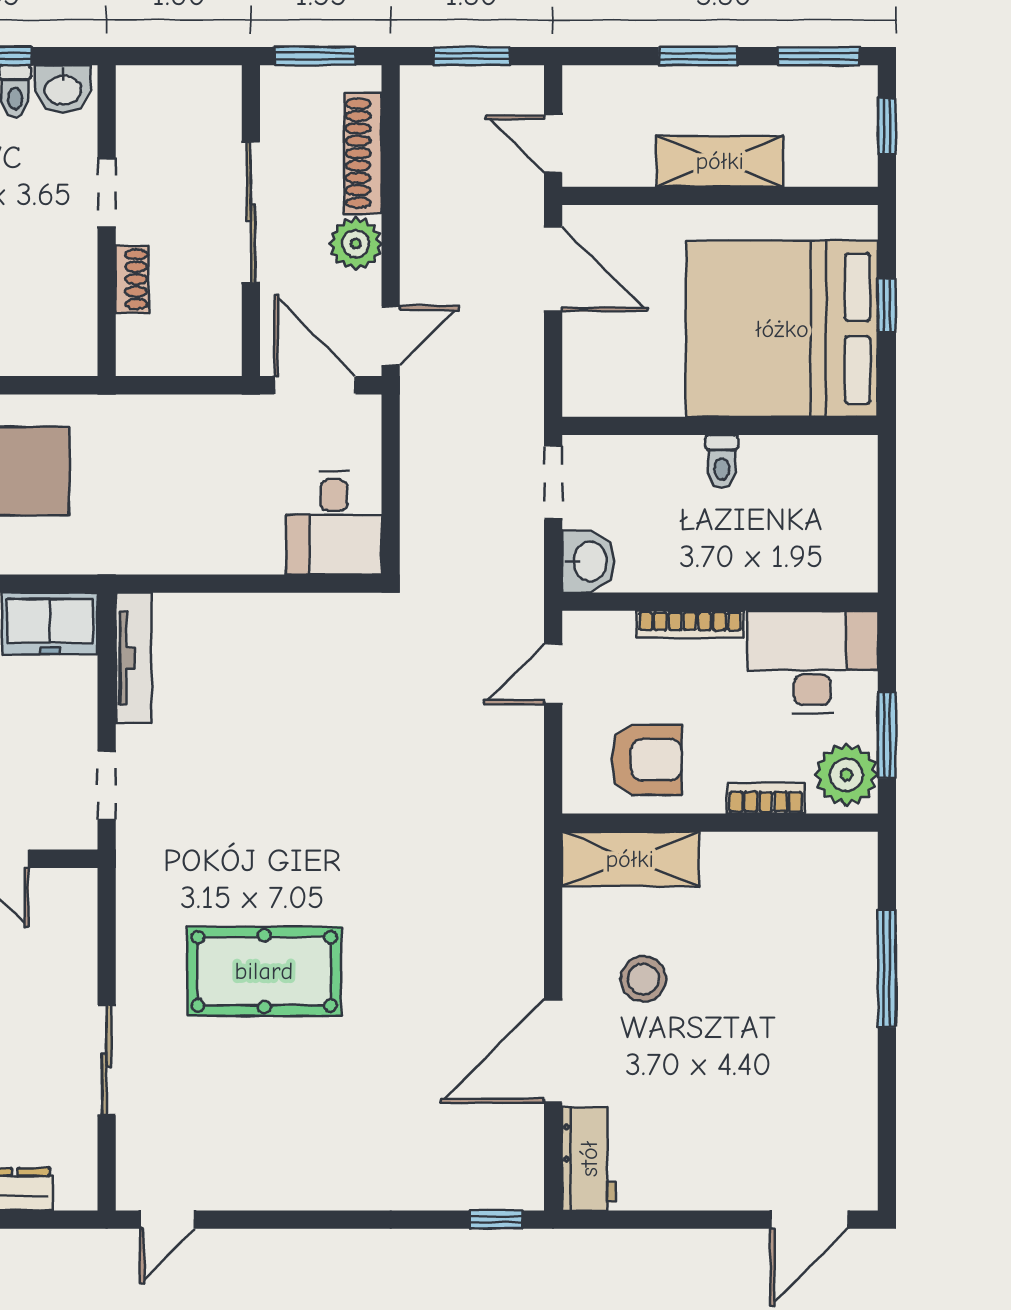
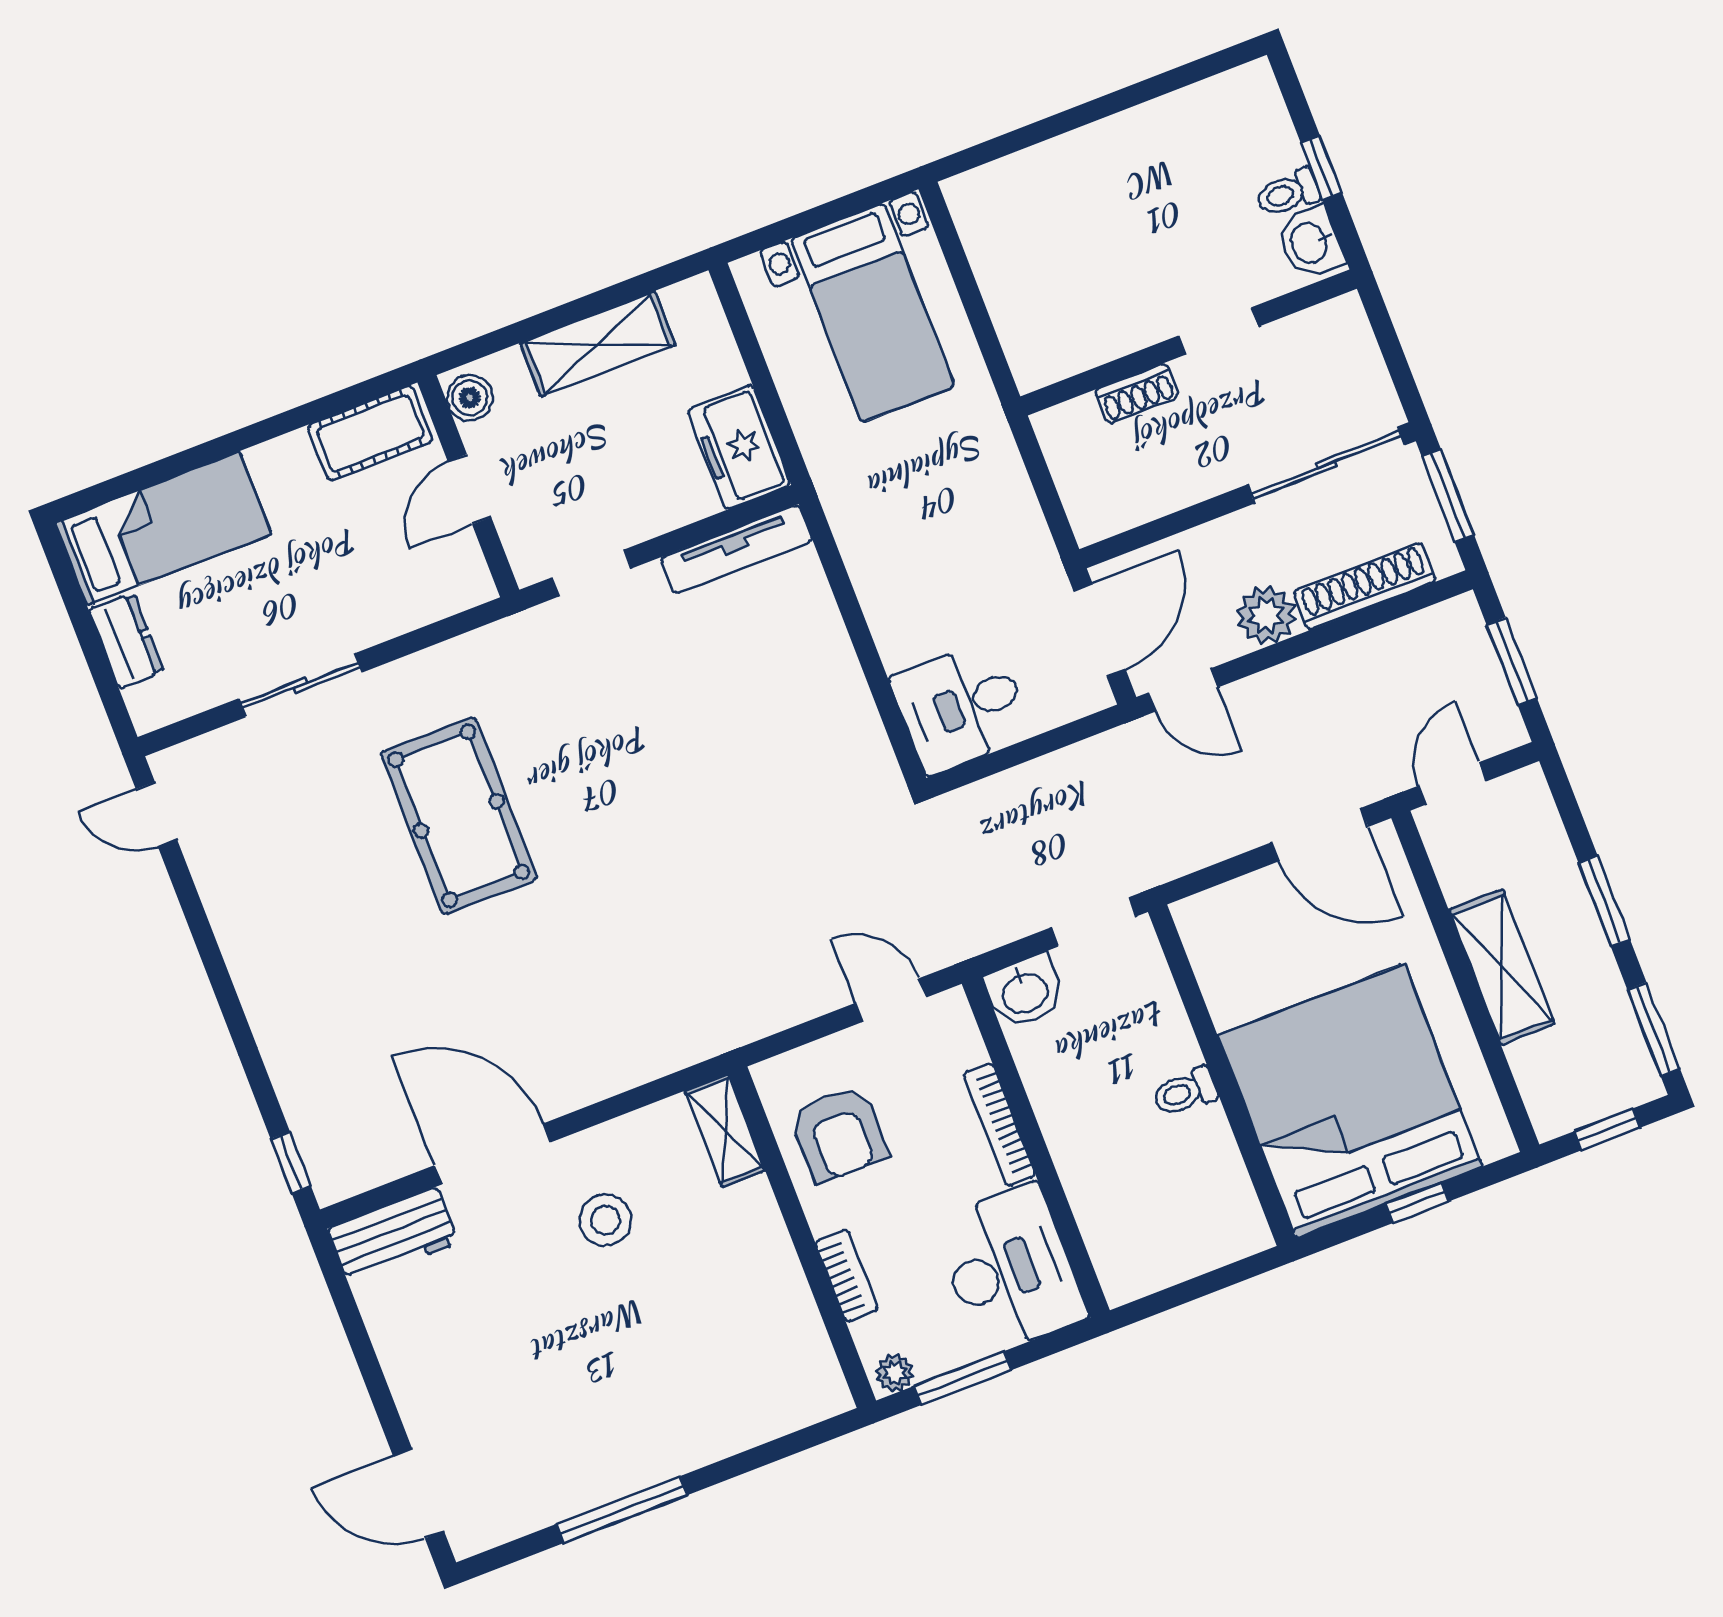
sliding door: (251, 212) -> (1326, 465), moved
door: (553, 269) -> (1320, 835), hinge flipped
plant: (846, 775) -> (895, 1373), width x0.53, depth x0.53
shelving: (630, 859) -> (725, 1130), width x0.67, depth x0.75
window: (887, 968) -> (622, 1510), moved

